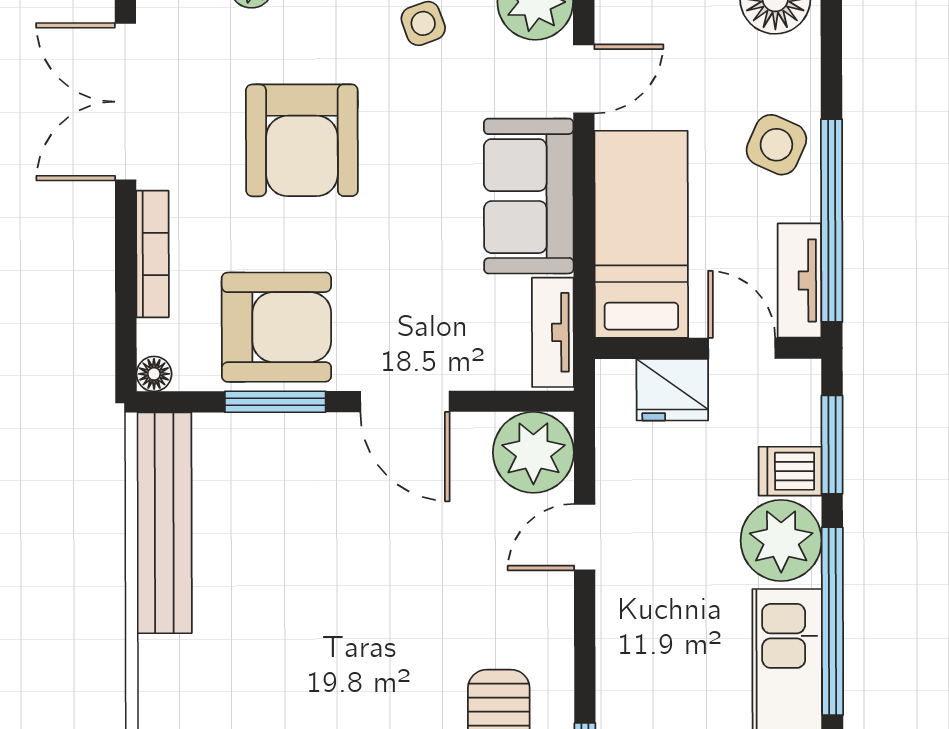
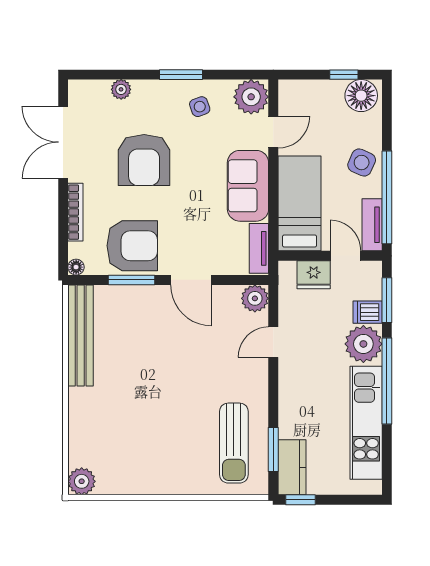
plant: (533, 452) -> (255, 298), width x0.73, depth x0.73

